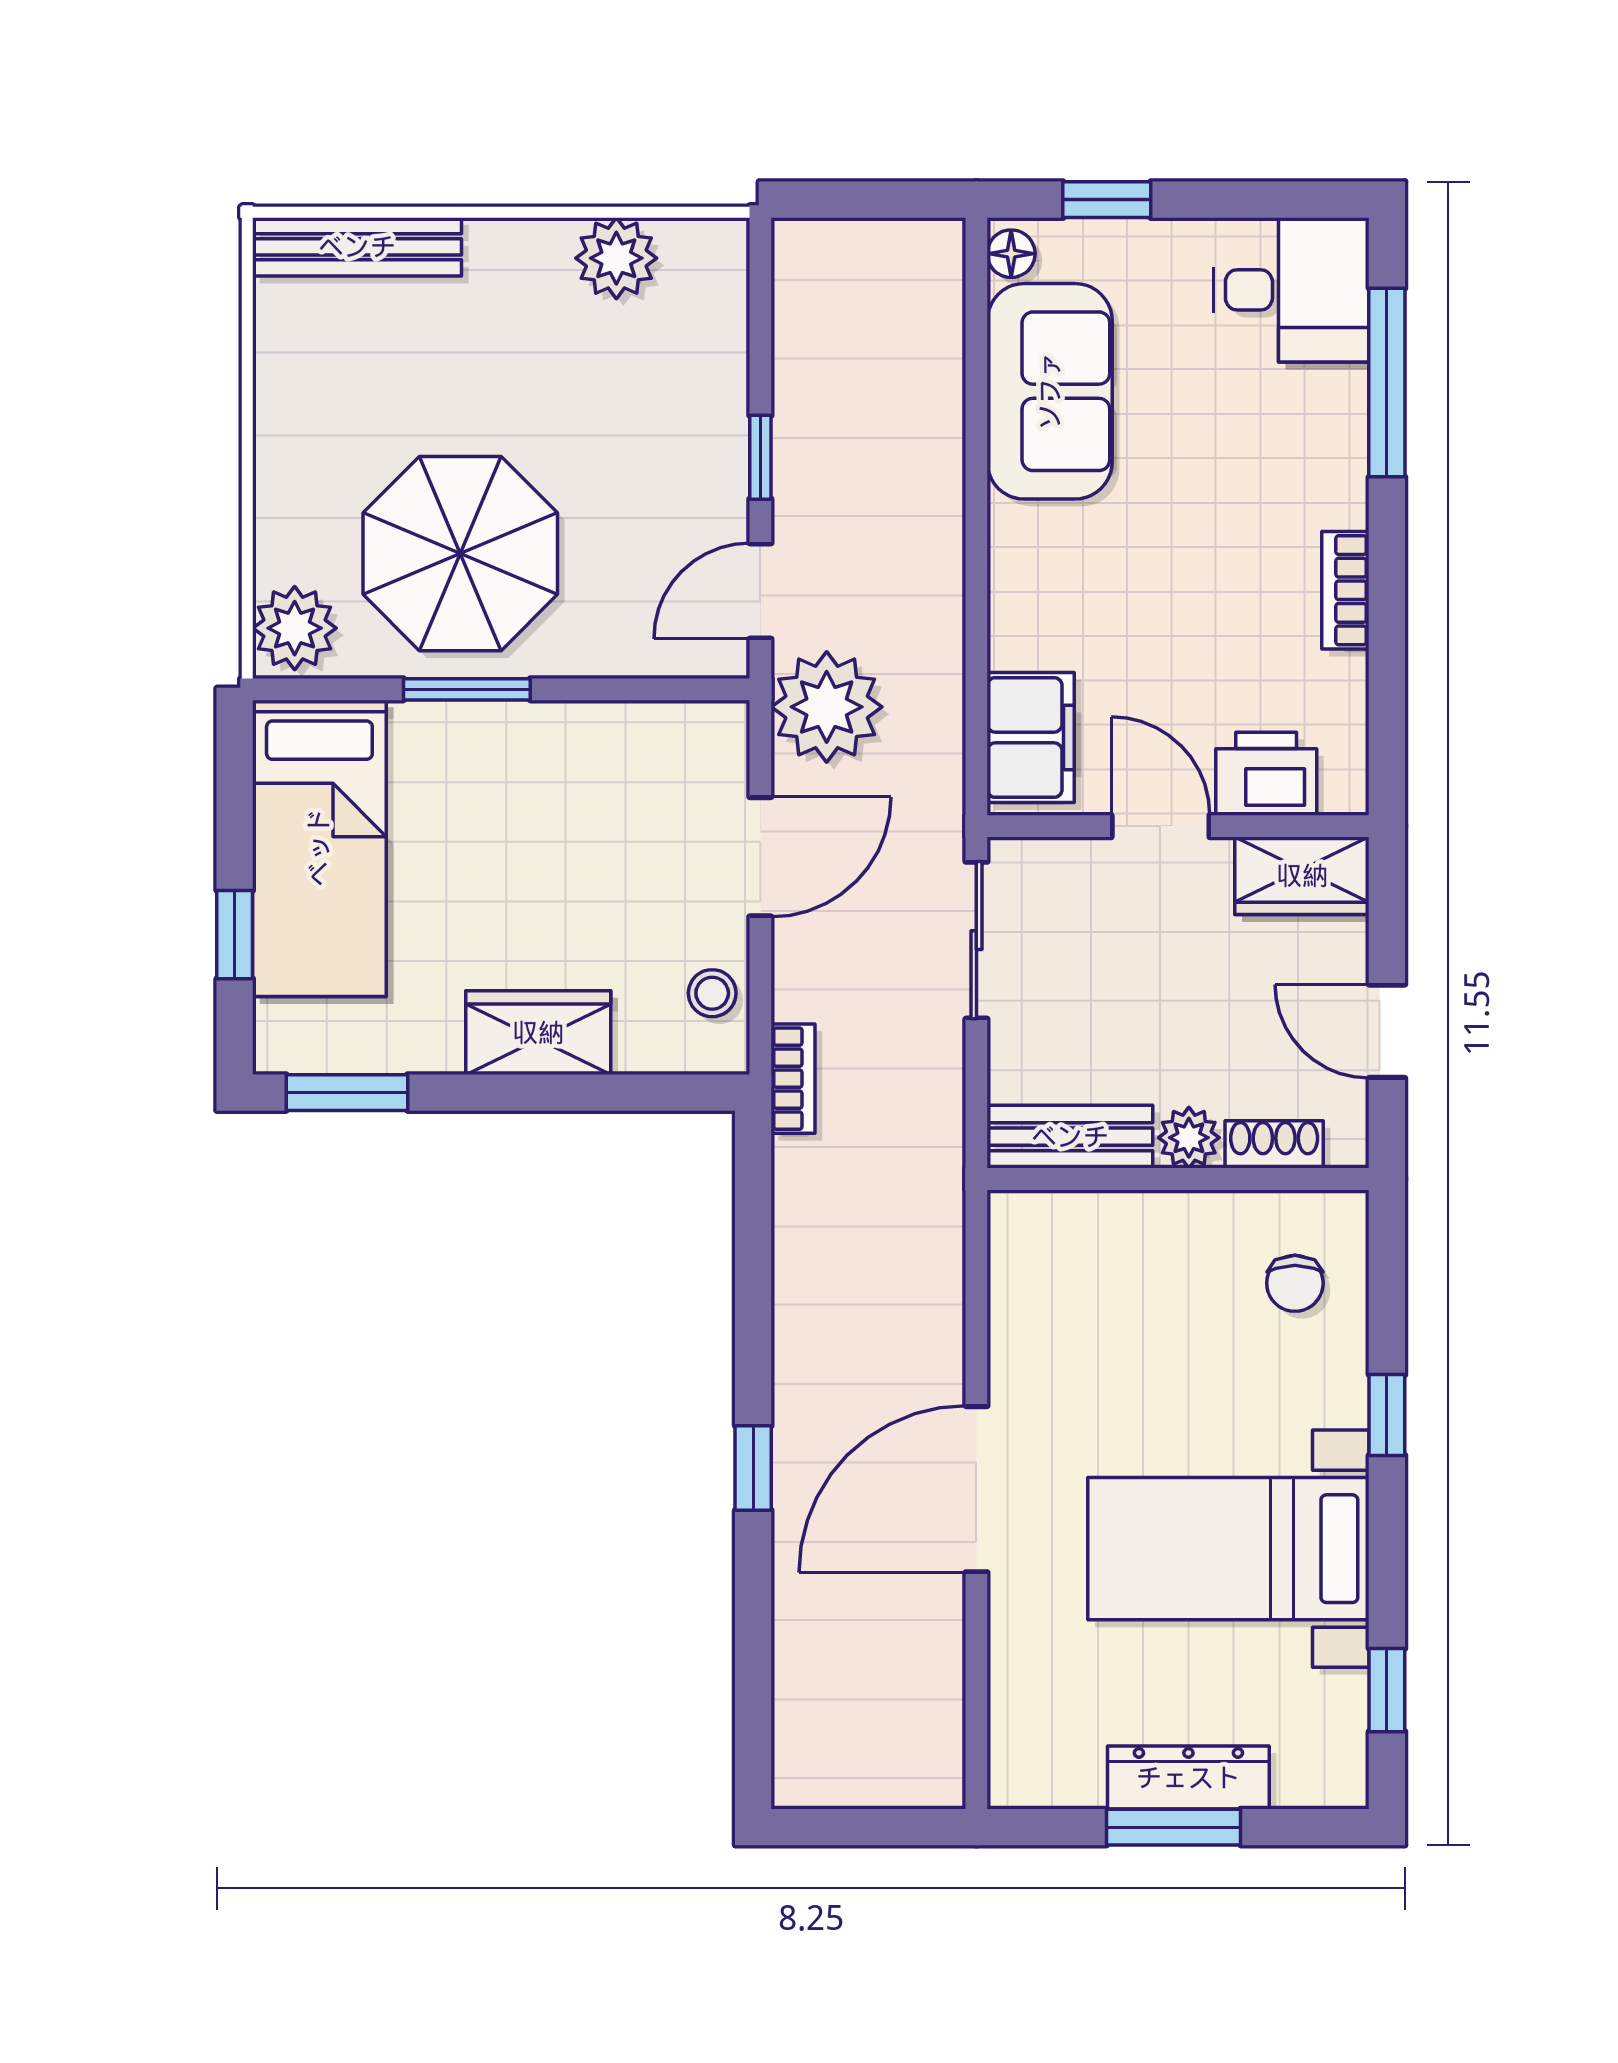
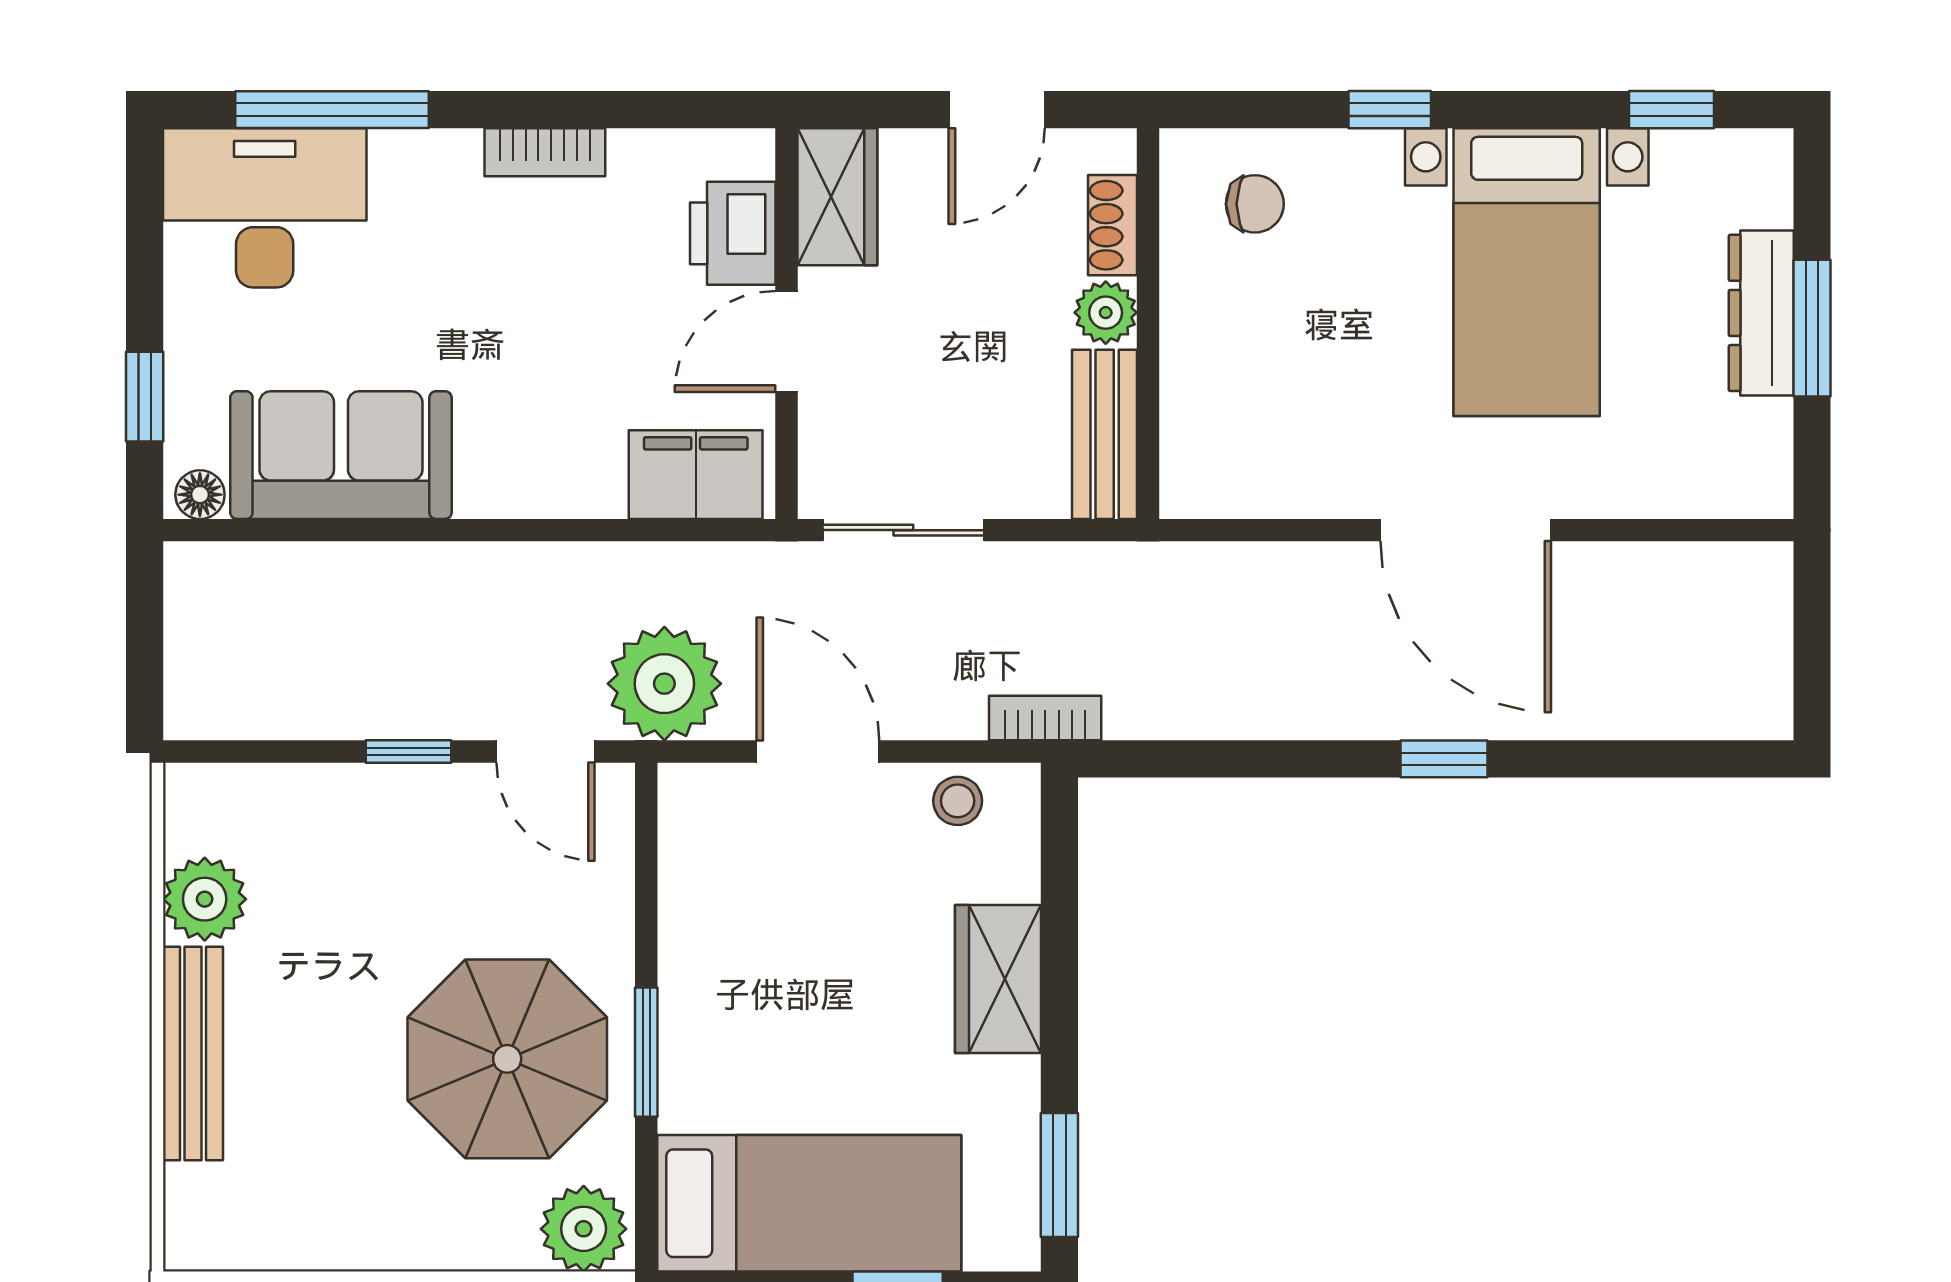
bench: (357, 247) -> (193, 1054), moved
desk: (1291, 290) -> (265, 208), width x1.37

